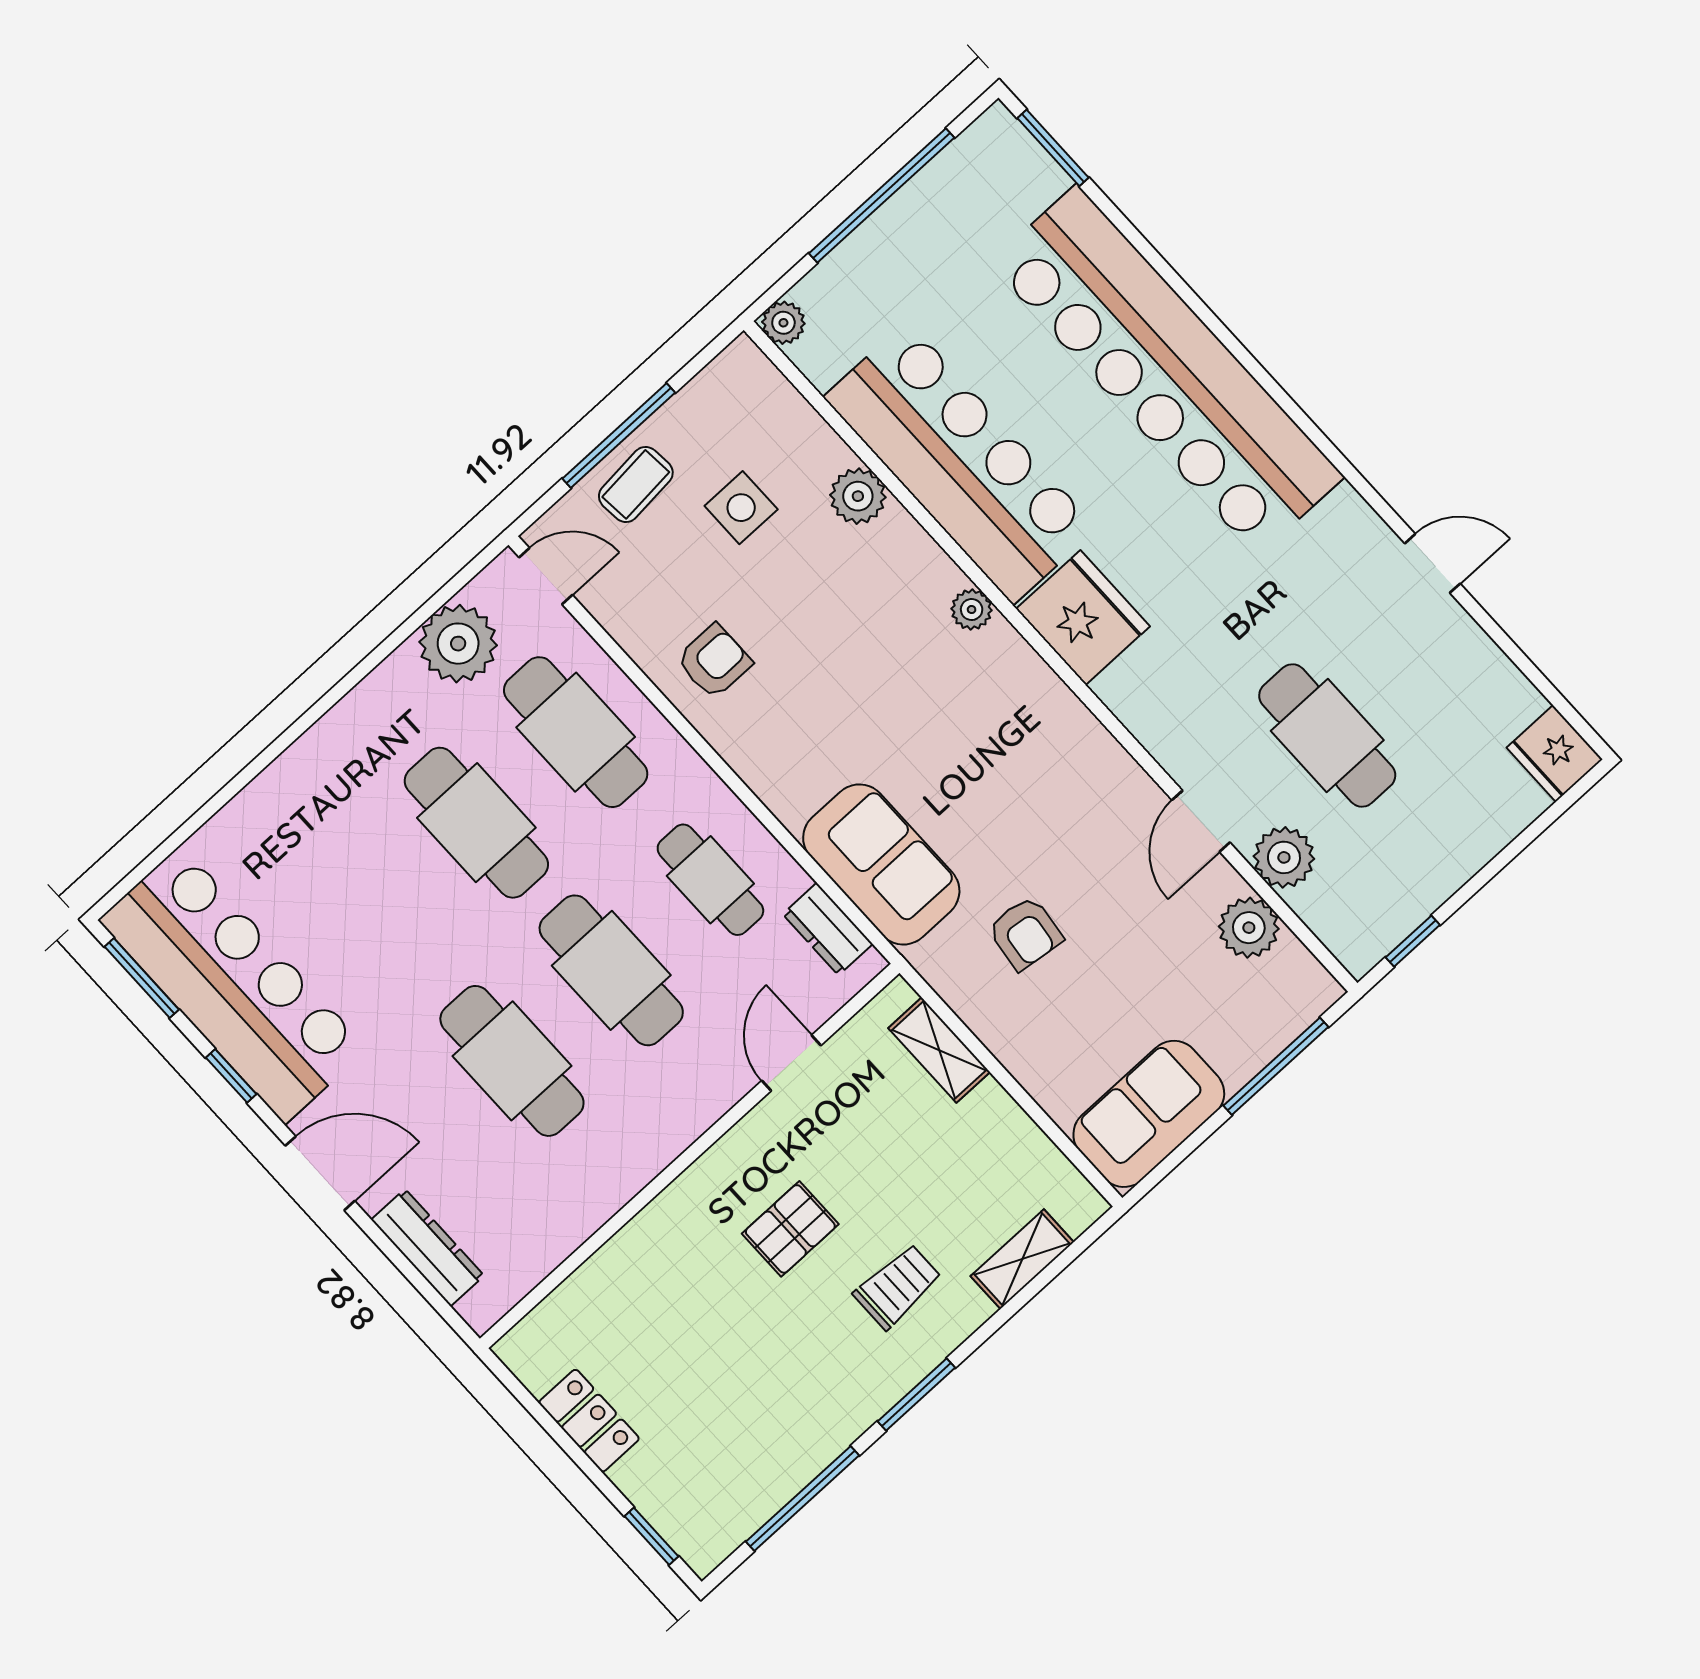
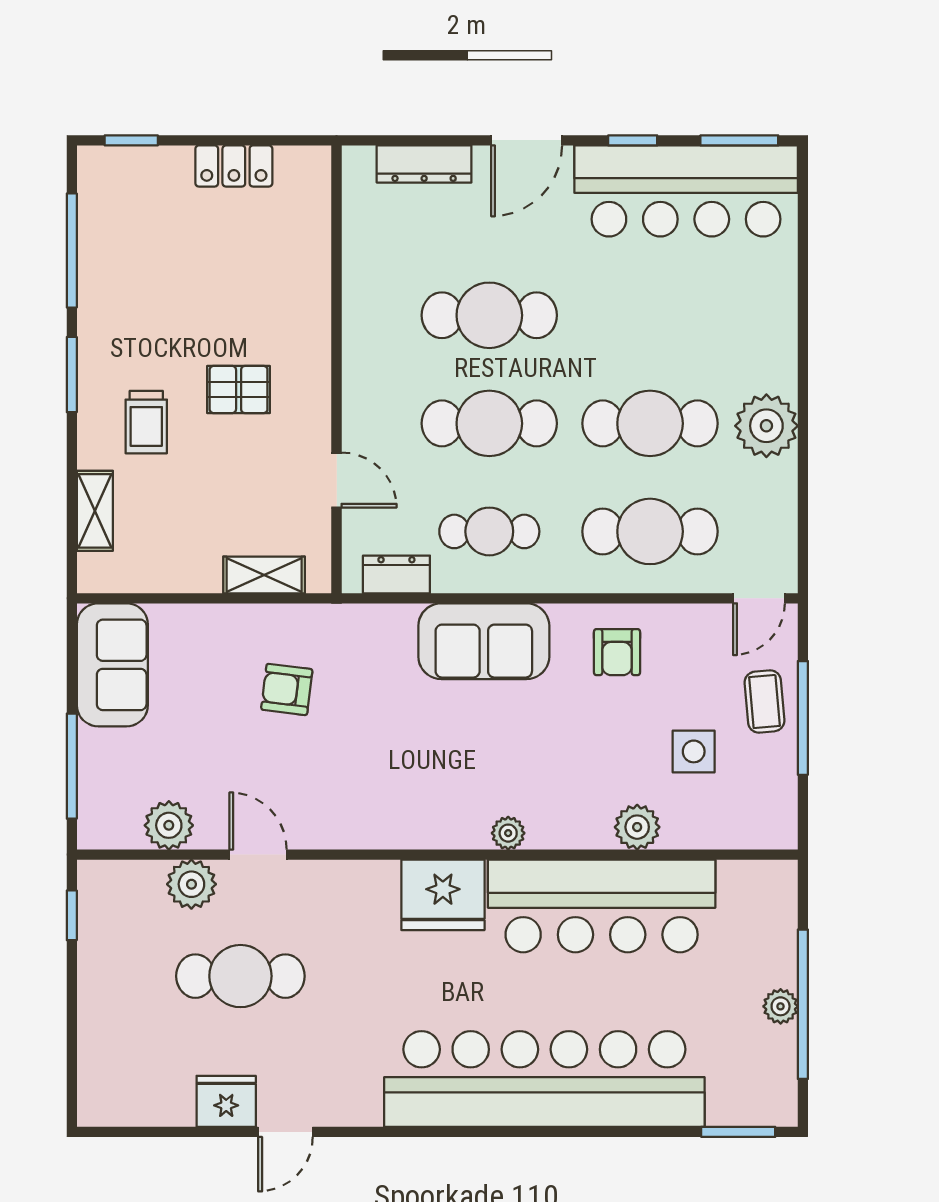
plant: (783, 323) -> (781, 1006), moved
plant: (458, 644) -> (766, 426), moved
fridge: (1555, 753) -> (226, 1101), moved
sofa: (881, 864) -> (484, 641), moved
pallet: (790, 1229) -> (239, 389), turned 90

